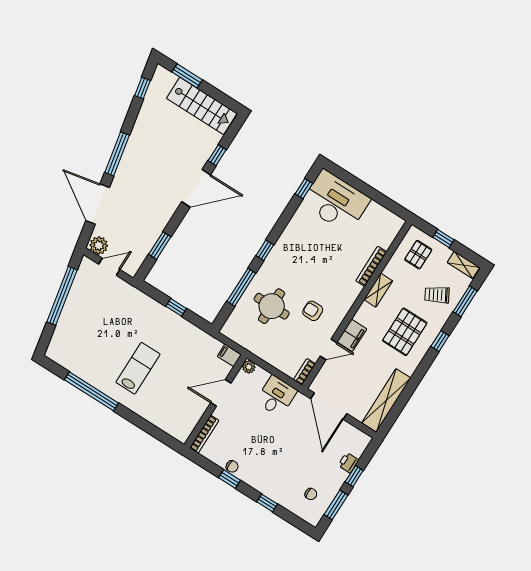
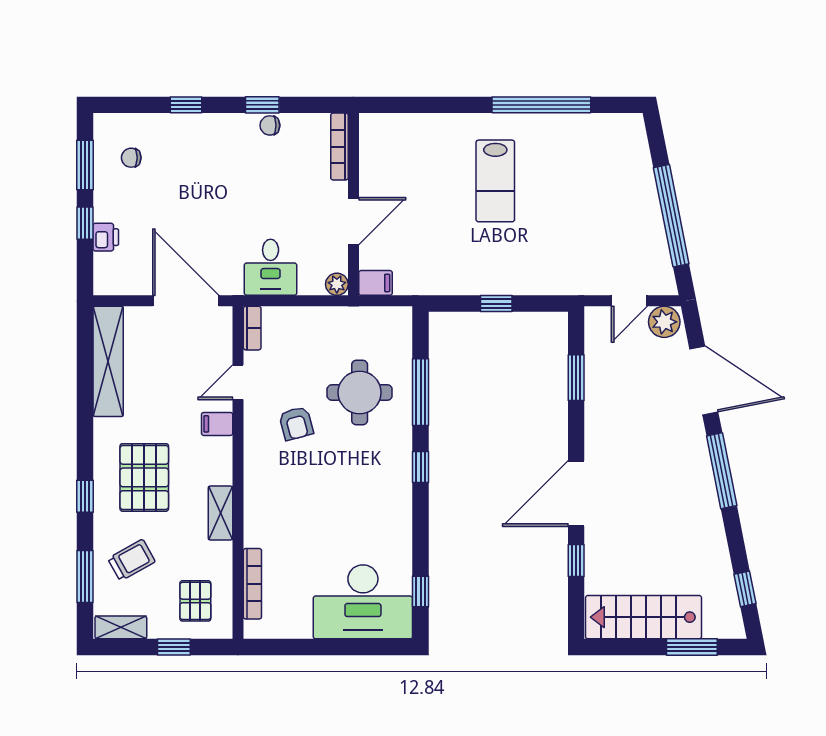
bookcase: (371, 266) -> (252, 584), moved
armchair: (313, 311) -> (296, 423), turned 75
filing cabinet: (352, 335) -> (217, 424), width x0.50

